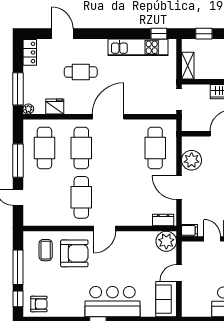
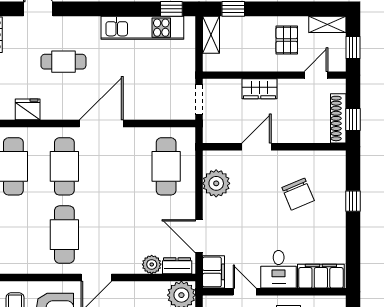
shelving: (188, 66) -> (211, 35), moved
door: (179, 188) -> (199, 236), moved
plant: (145, 219) -> (152, 264), added
filing cabinet: (189, 230) -> (213, 272), width x2.00

